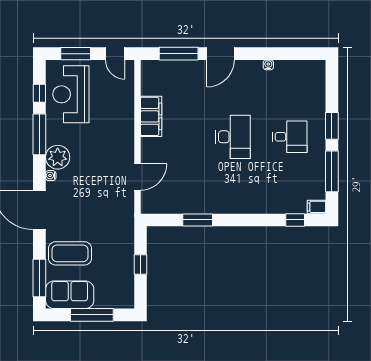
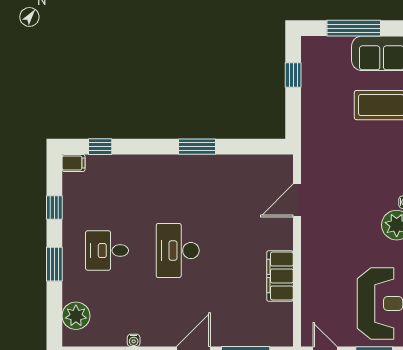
plant: (315, 85) -> (76, 316), added
window: (332, 171) -> (54, 207), width x0.46
window: (198, 220) -> (197, 147), moved
window: (141, 265) -> (293, 75), moved

